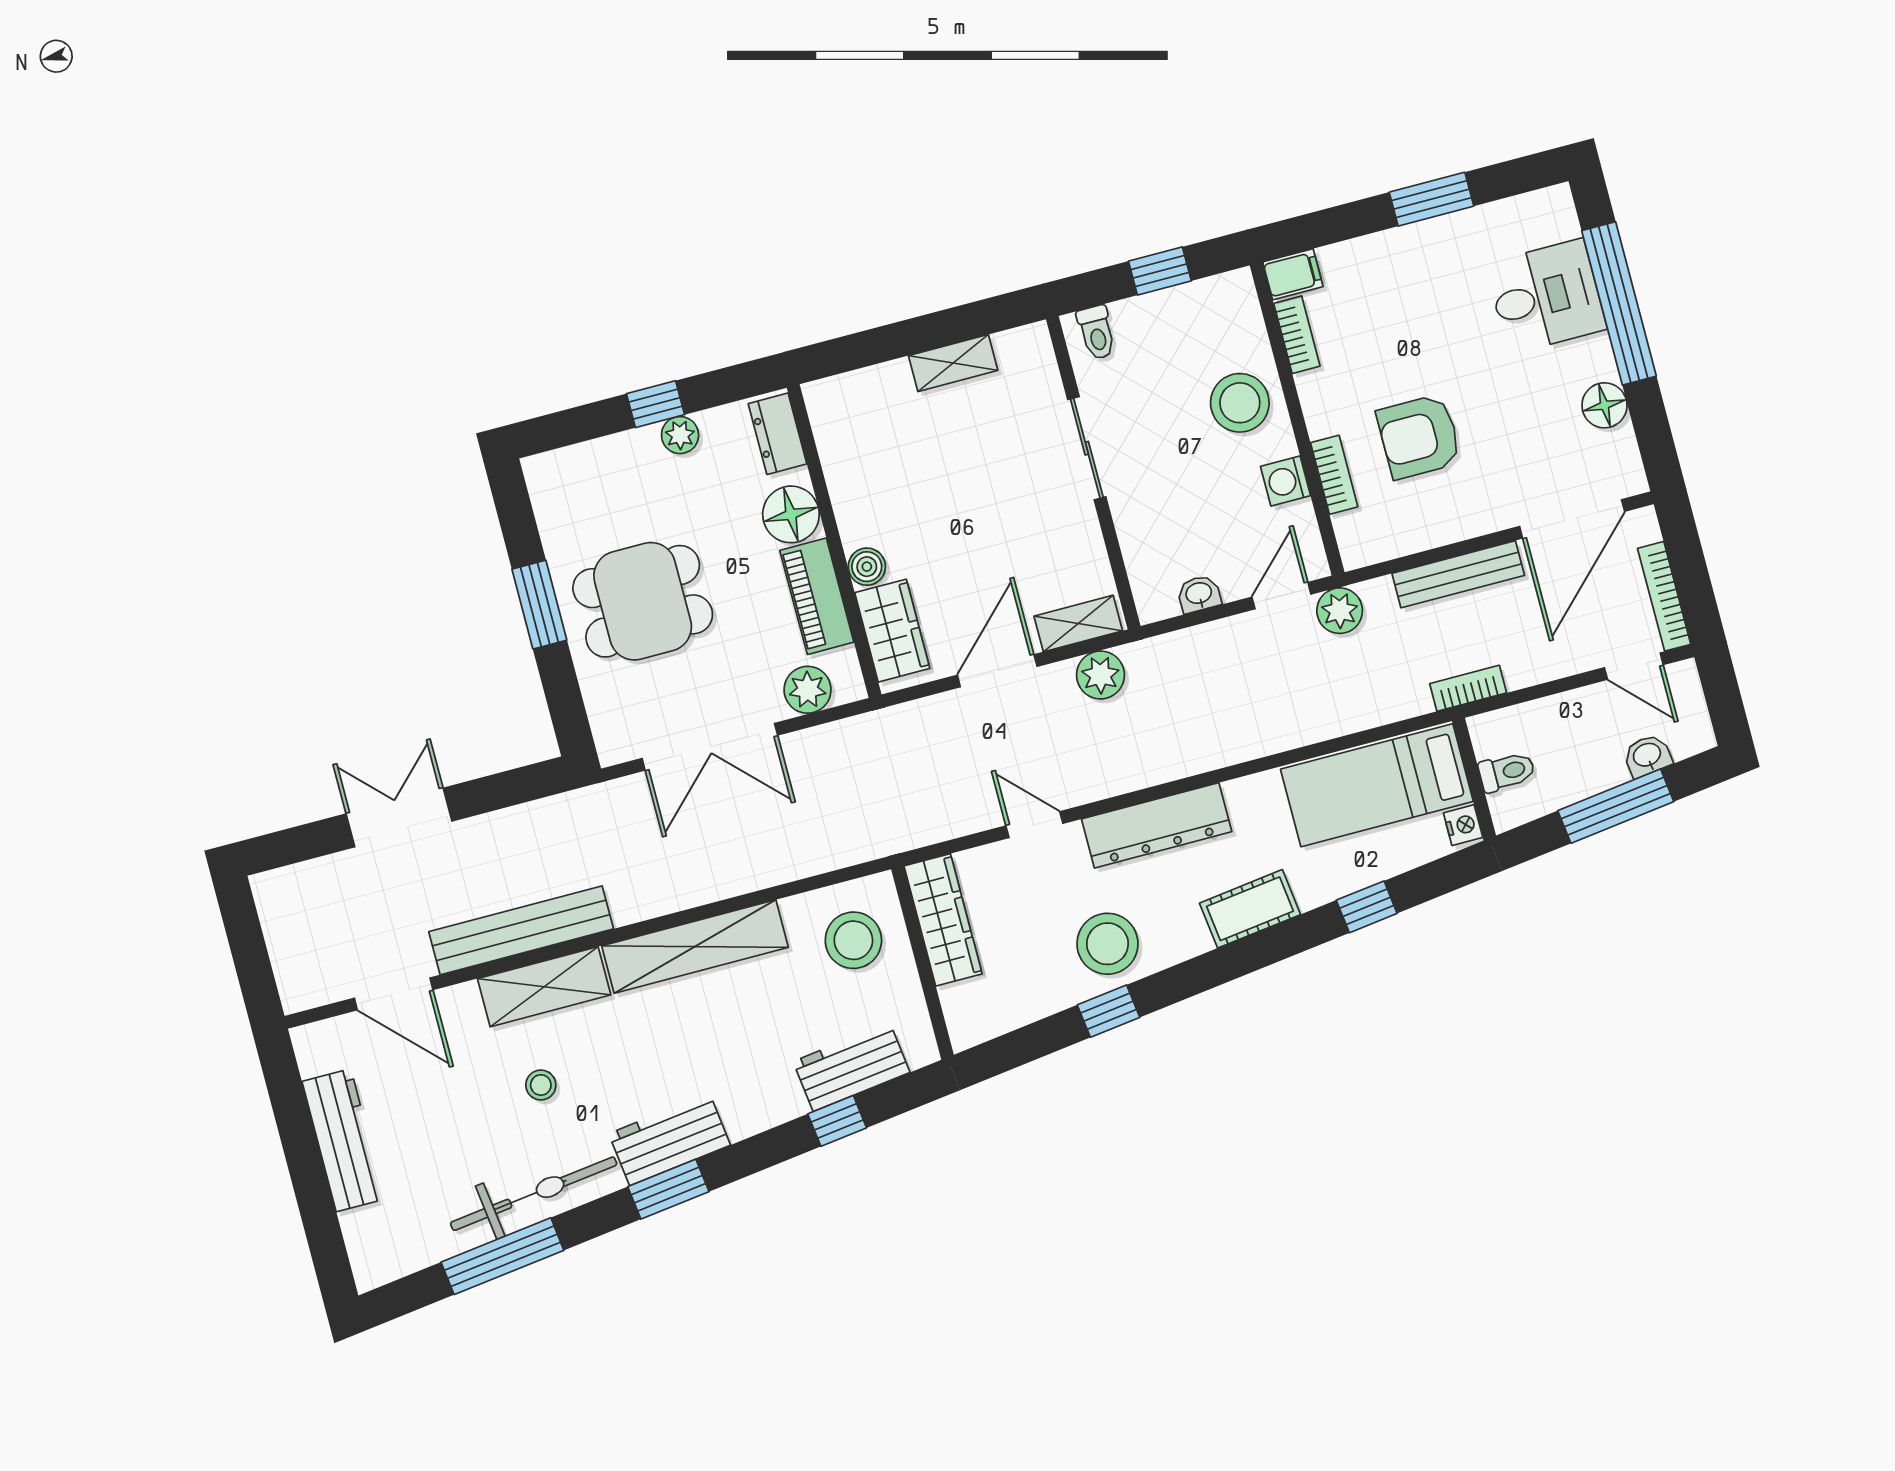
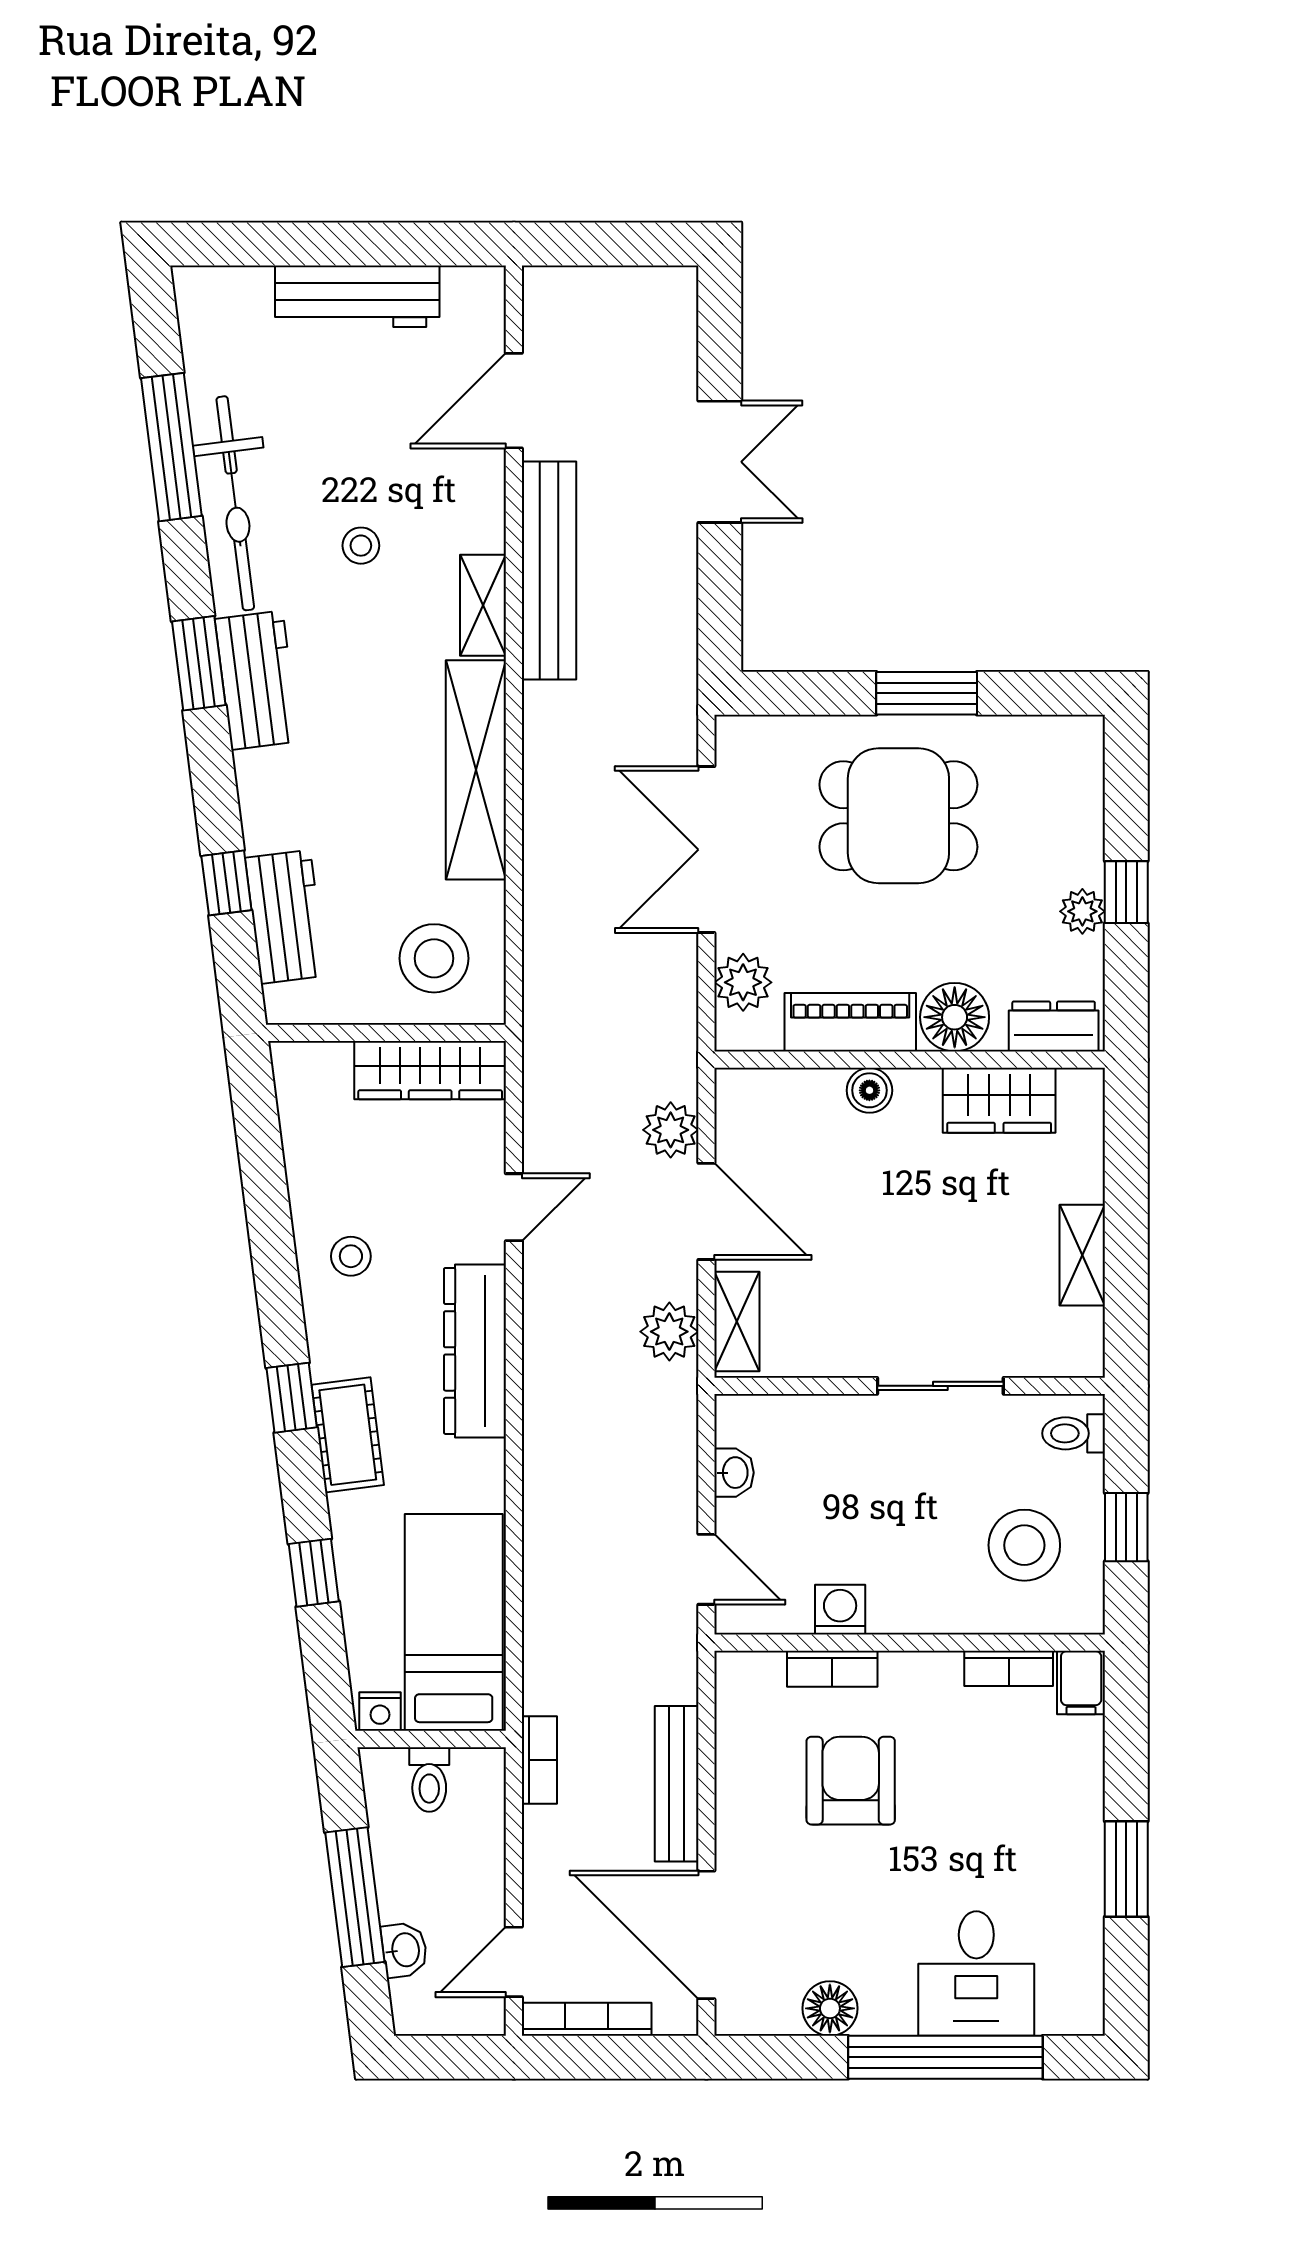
stool: (1240, 403) -> (1024, 1545), moved
dining table: (643, 601) -> (898, 816), turned 90
plant: (1340, 611) -> (671, 1130), moved
wardrobe: (892, 631) -> (999, 1100), moved
stool: (1107, 944) -> (351, 1256), width x0.53, depth x0.53
shelving: (544, 987) -> (483, 605), width x0.67, depth x0.75
window: (1109, 1011) -> (292, 1398), moved

